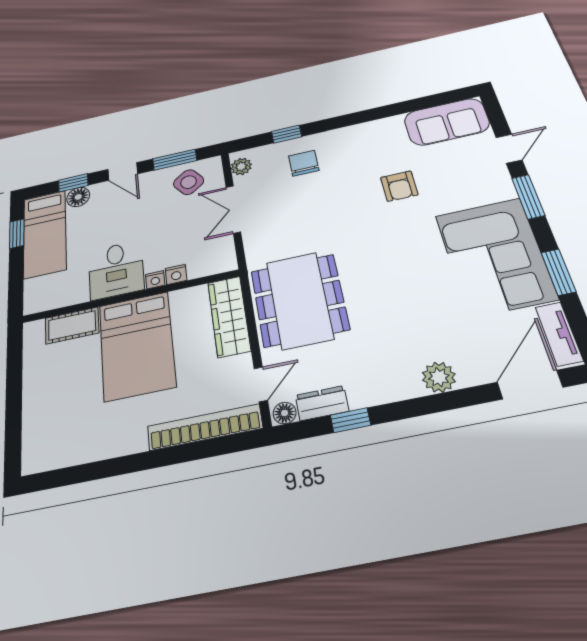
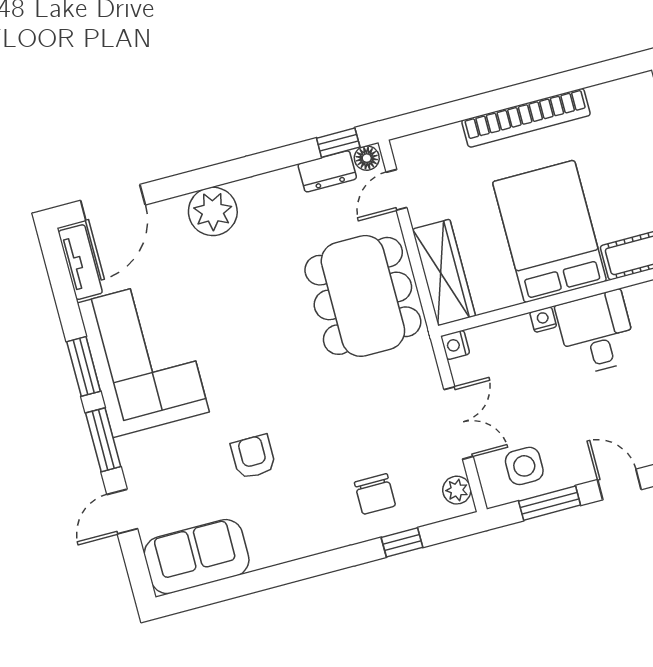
side table: (189, 182) -> (524, 466), turned 36
window: (558, 272) -> (84, 366), moved
nightstand: (176, 274) -> (455, 345), moved, turned -90
plant: (439, 377) -> (213, 211), width x1.36, depth x1.36
window: (350, 420) -> (338, 143), moved
bookcase: (205, 427) -> (526, 118), moved

